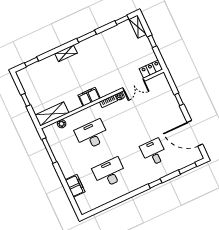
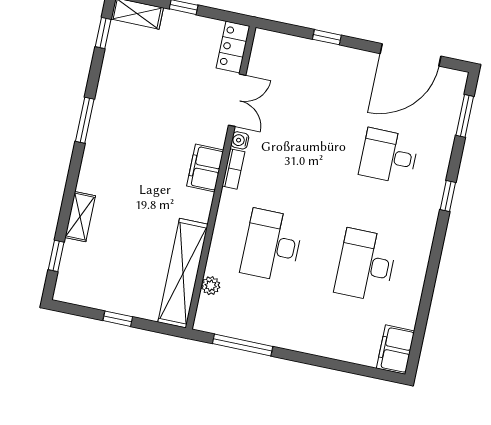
shelving: (66, 53) -> (80, 217), moved
filing cabinet: (89, 97) -> (205, 168), moved
shelving: (52, 114) -> (183, 273), width x1.47
filing cabinet: (75, 186) -> (395, 350), moved, turned -90

